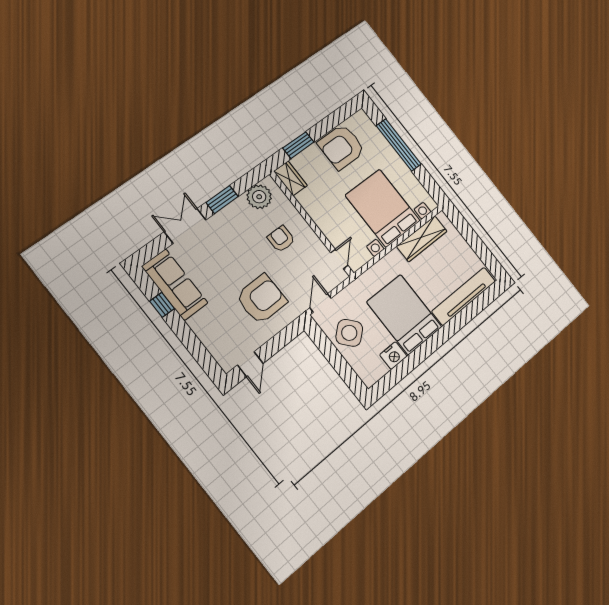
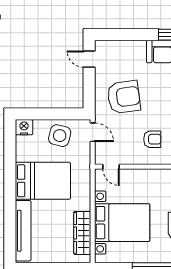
armchair: (261, 299) -> (124, 97), turned -97
side table: (349, 333) -> (60, 136), turned -35
nightstand: (393, 356) -> (24, 127), moved, turned 90

